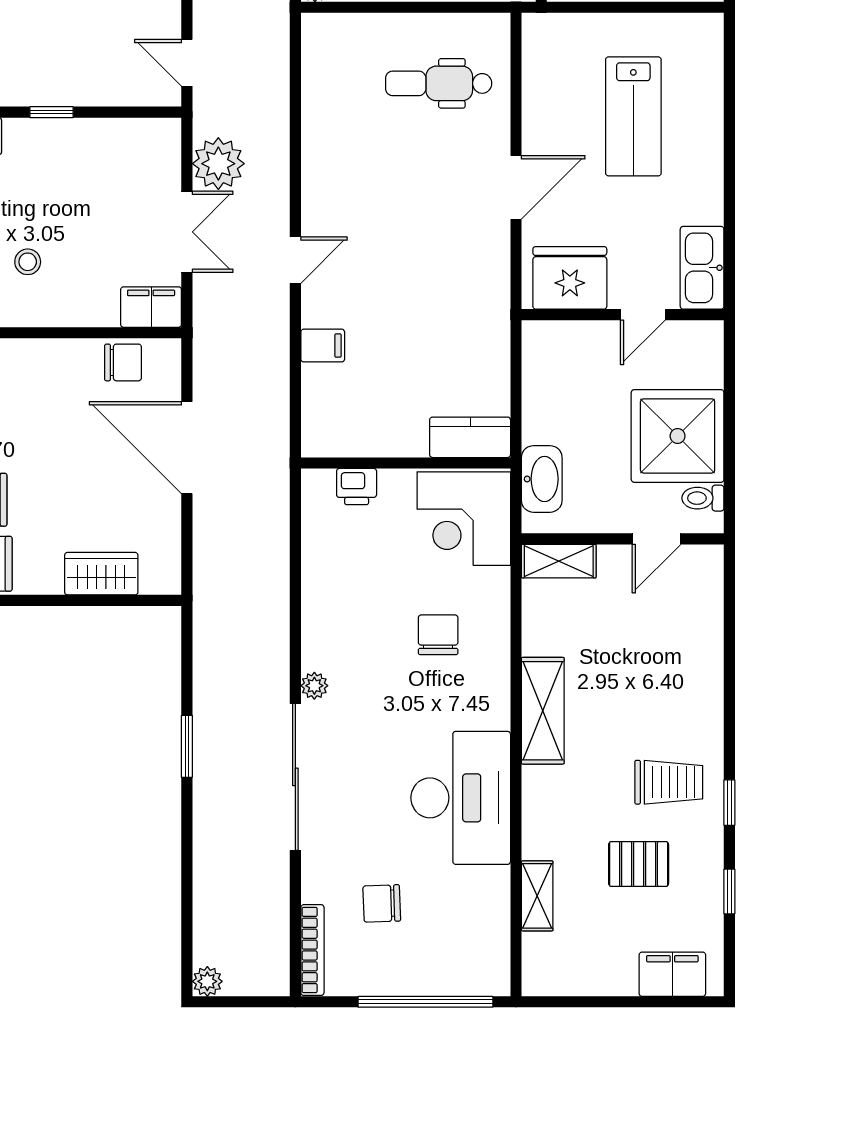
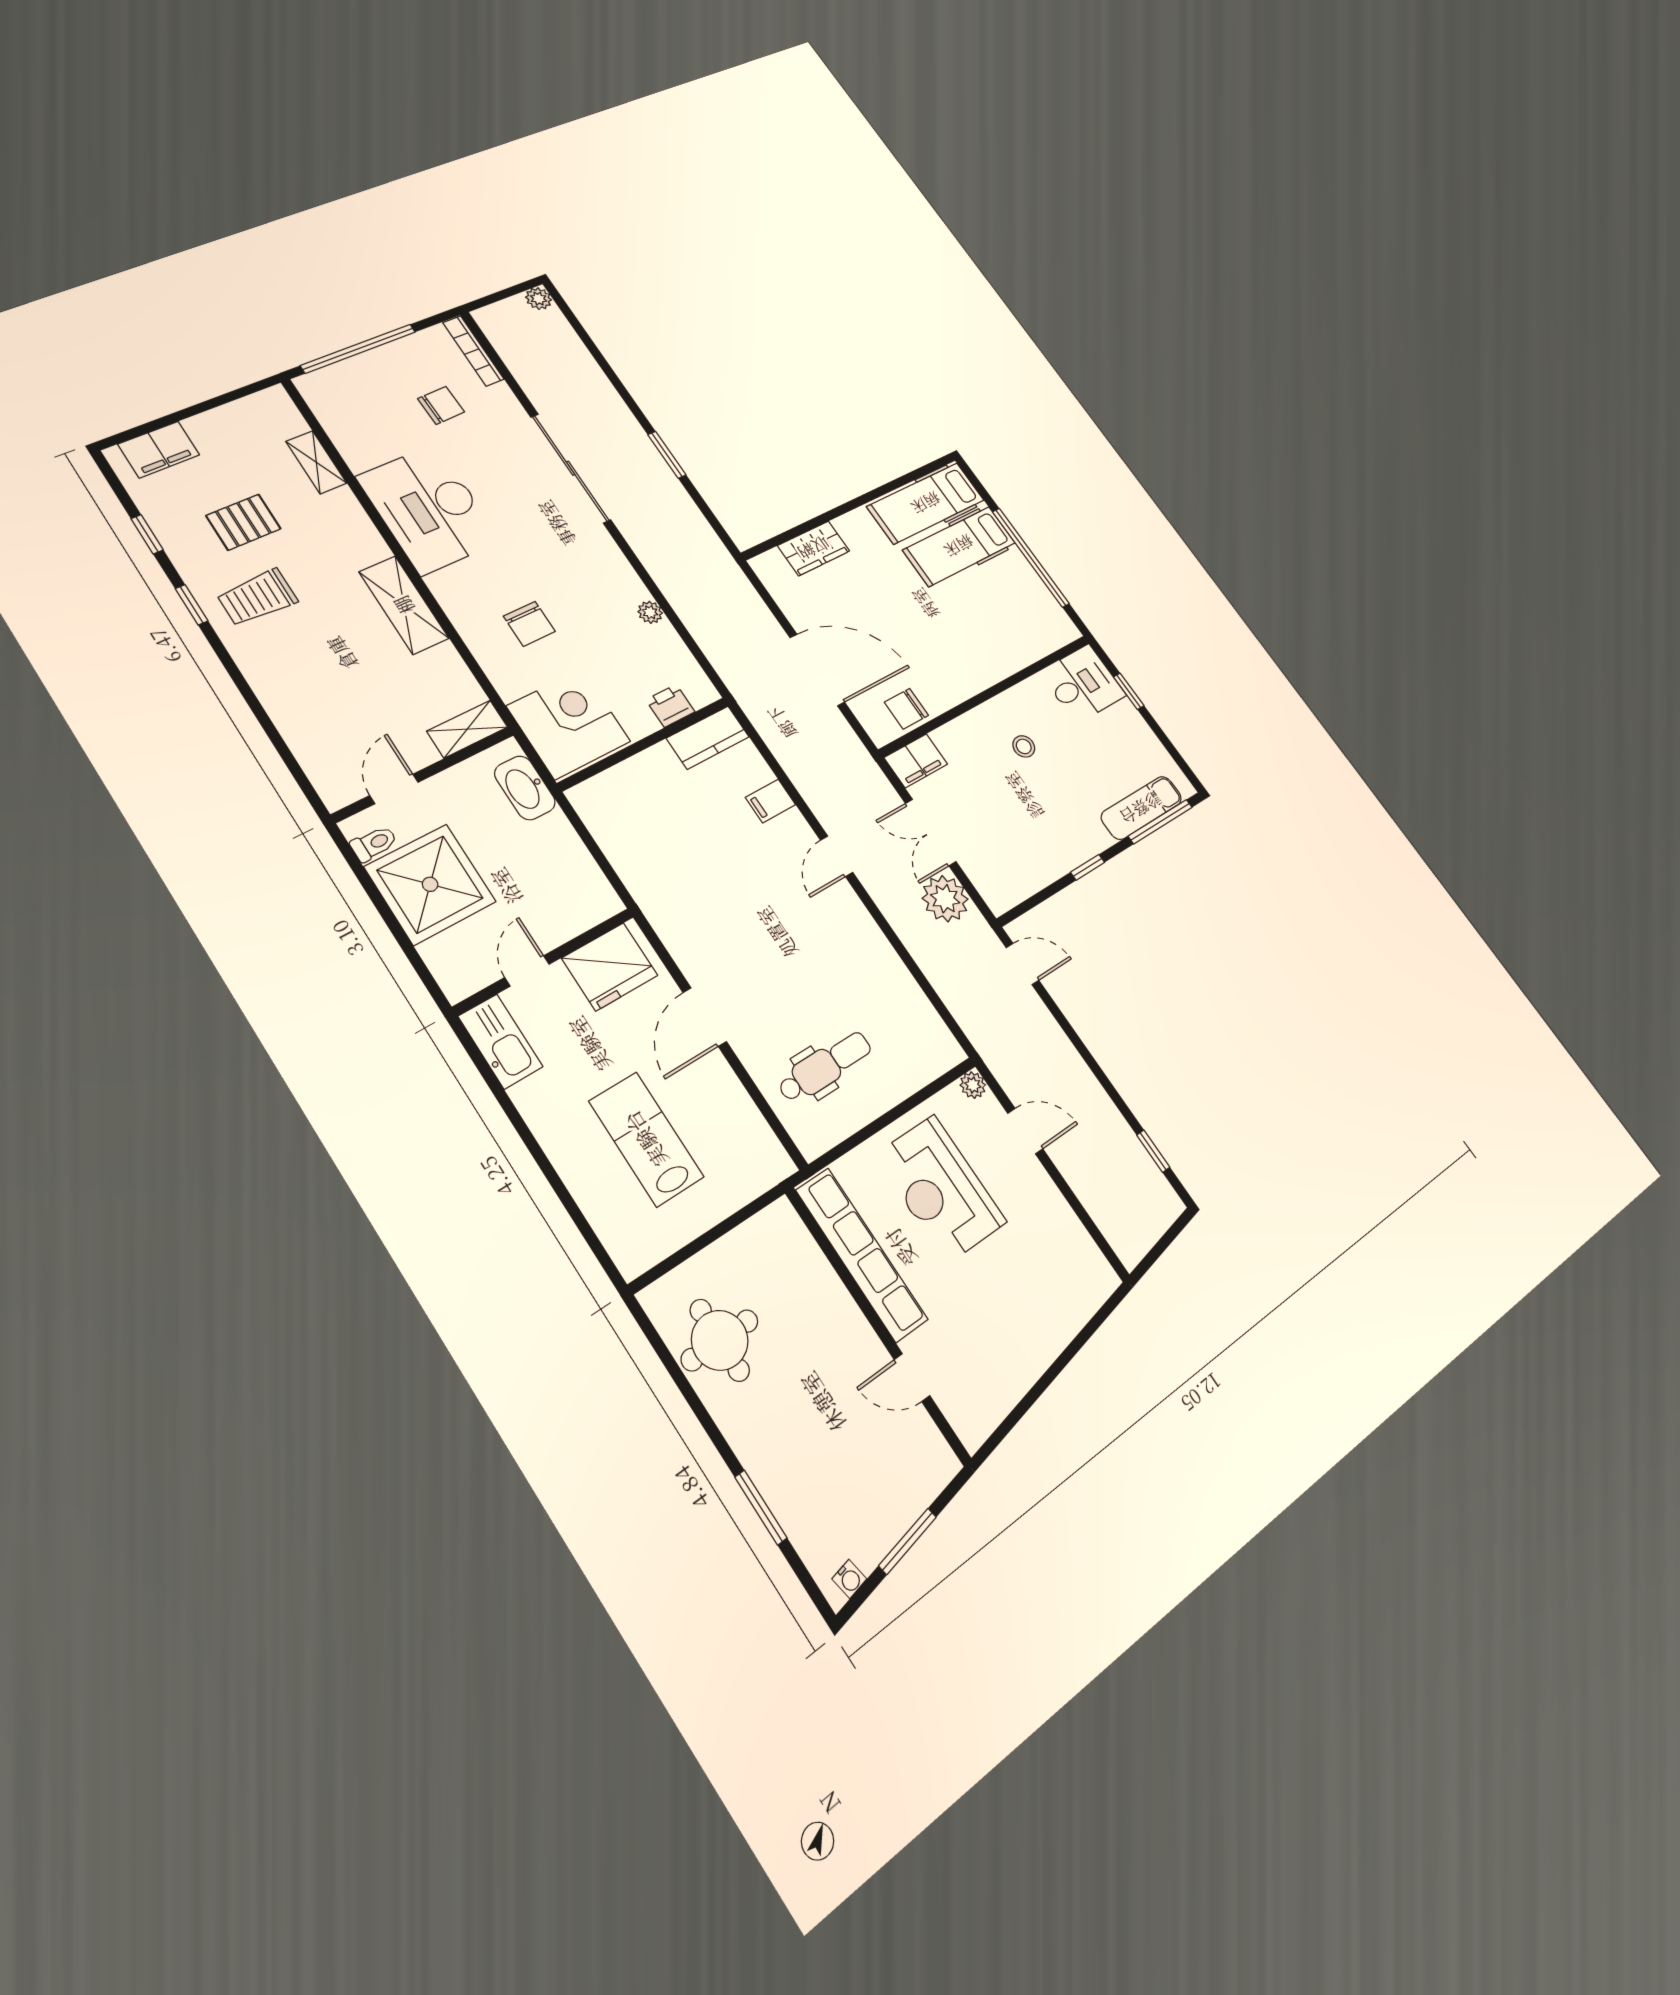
kitchen counter: (470, 437) -> (708, 738), moved
plant: (314, 686) -> (650, 612), moved

